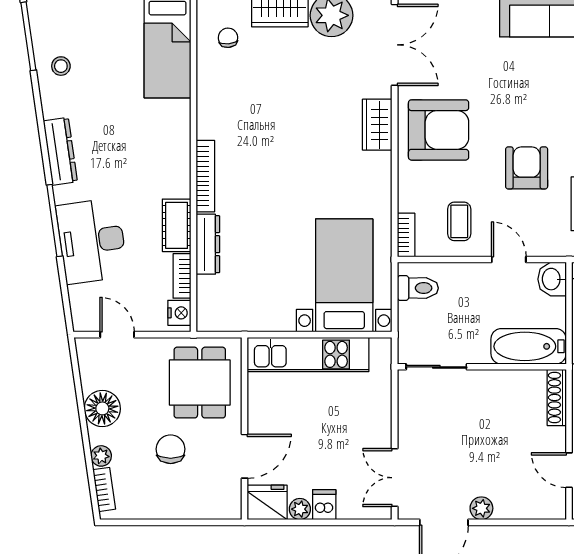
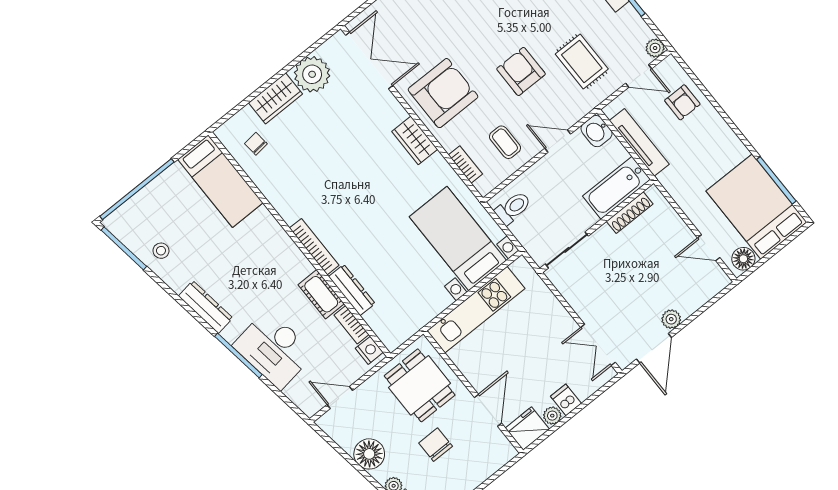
wardrobe: (377, 125) -> (415, 140), moved
bookcase: (406, 235) -> (465, 165), moved
shoe rack: (557, 397) -> (630, 213), moved, turned -90

